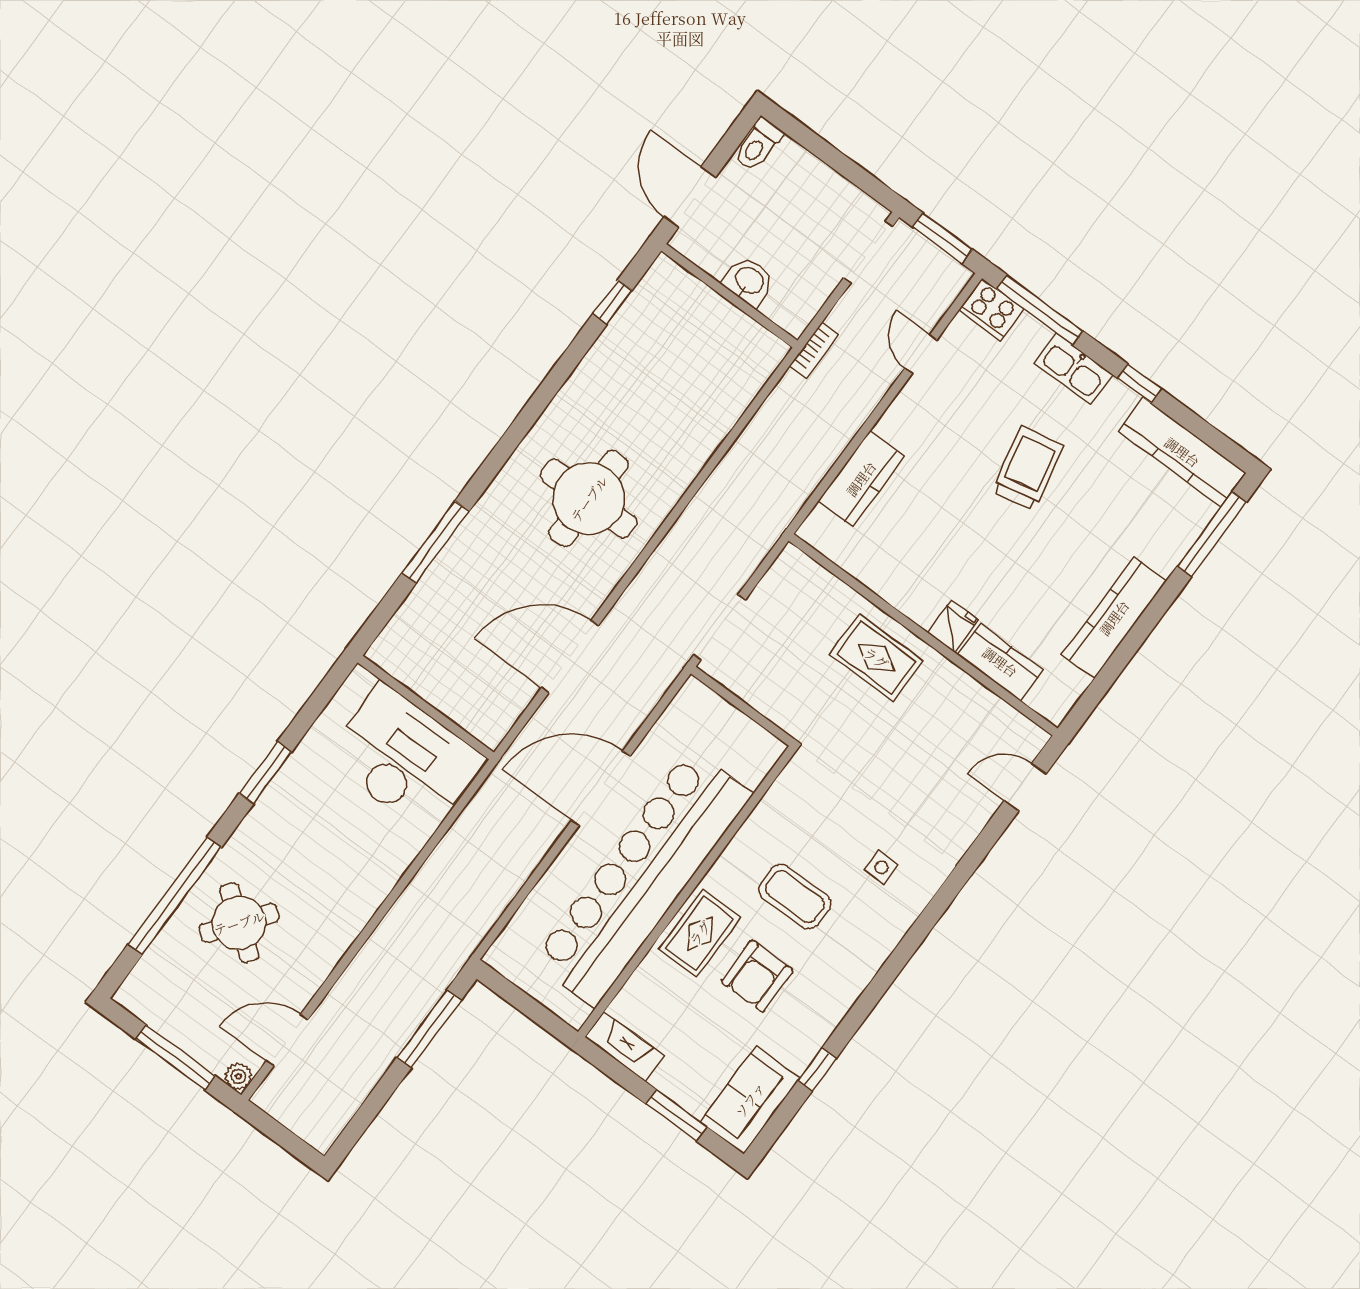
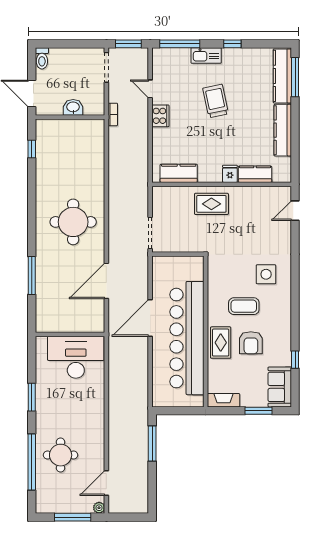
cooker: (991, 310) -> (160, 116), moved, turned -90
kitchen counter: (1182, 452) -> (282, 76), moved, turned 90
kitchen counter: (861, 479) -> (179, 173), moved, turned -90
side table: (881, 867) -> (266, 274), width x1.87, depth x1.87
round table: (239, 923) -> (61, 455), turned -37

